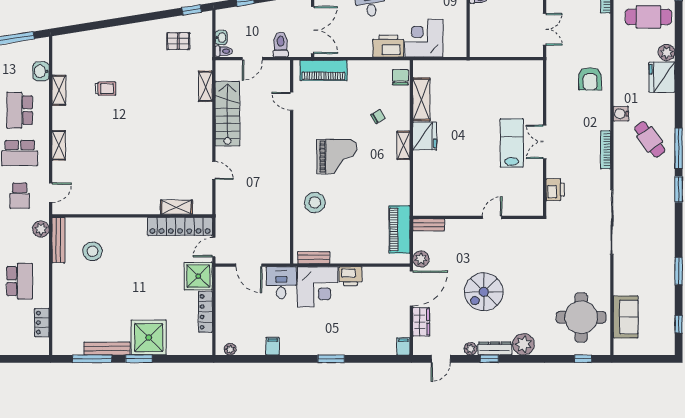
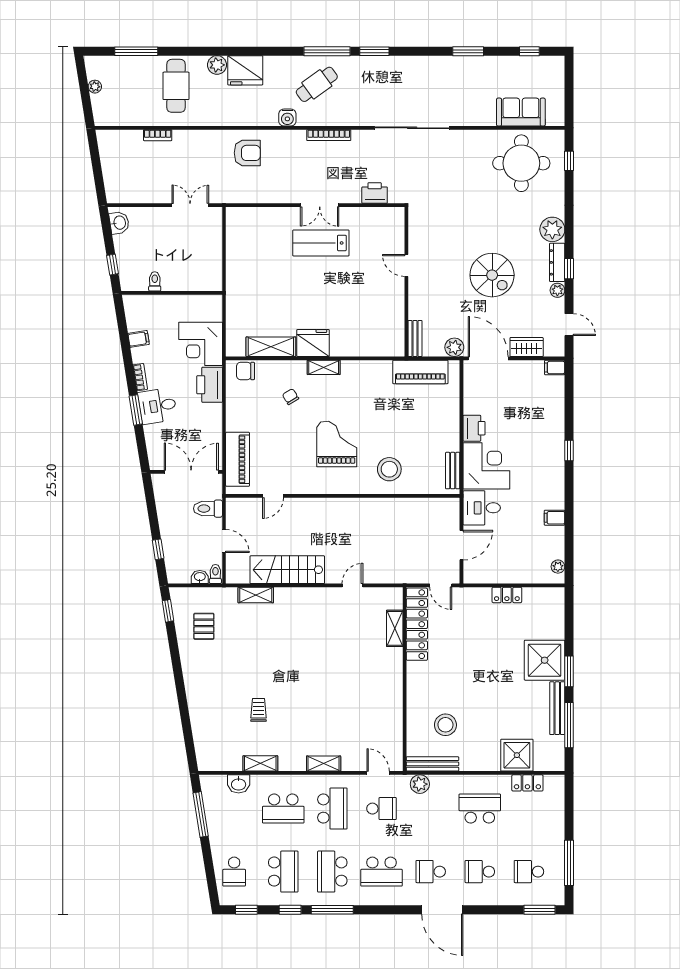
shower: (198, 276) -> (517, 755), moved
locker: (205, 312) -> (507, 595), width x0.66
window: (331, 359) -> (569, 451), width x0.67

